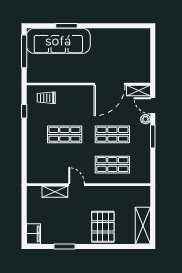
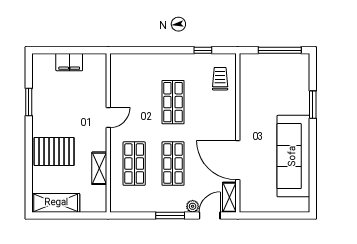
sofa: (58, 41) -> (293, 156), moved
shelving: (55, 192) -> (99, 168), moved
filing cabinet: (33, 234) -> (69, 62), moved

